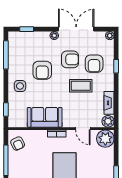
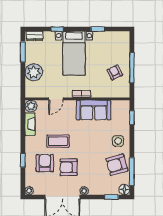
floor lamp: (14, 37) -> (124, 190), added
armchair: (42, 70) -> (117, 165), moved, turned -106
door: (83, 129) -> (56, 99), swing flipped
plant: (105, 139) -> (34, 72), moved
armchair: (18, 144) -> (115, 73), moved

